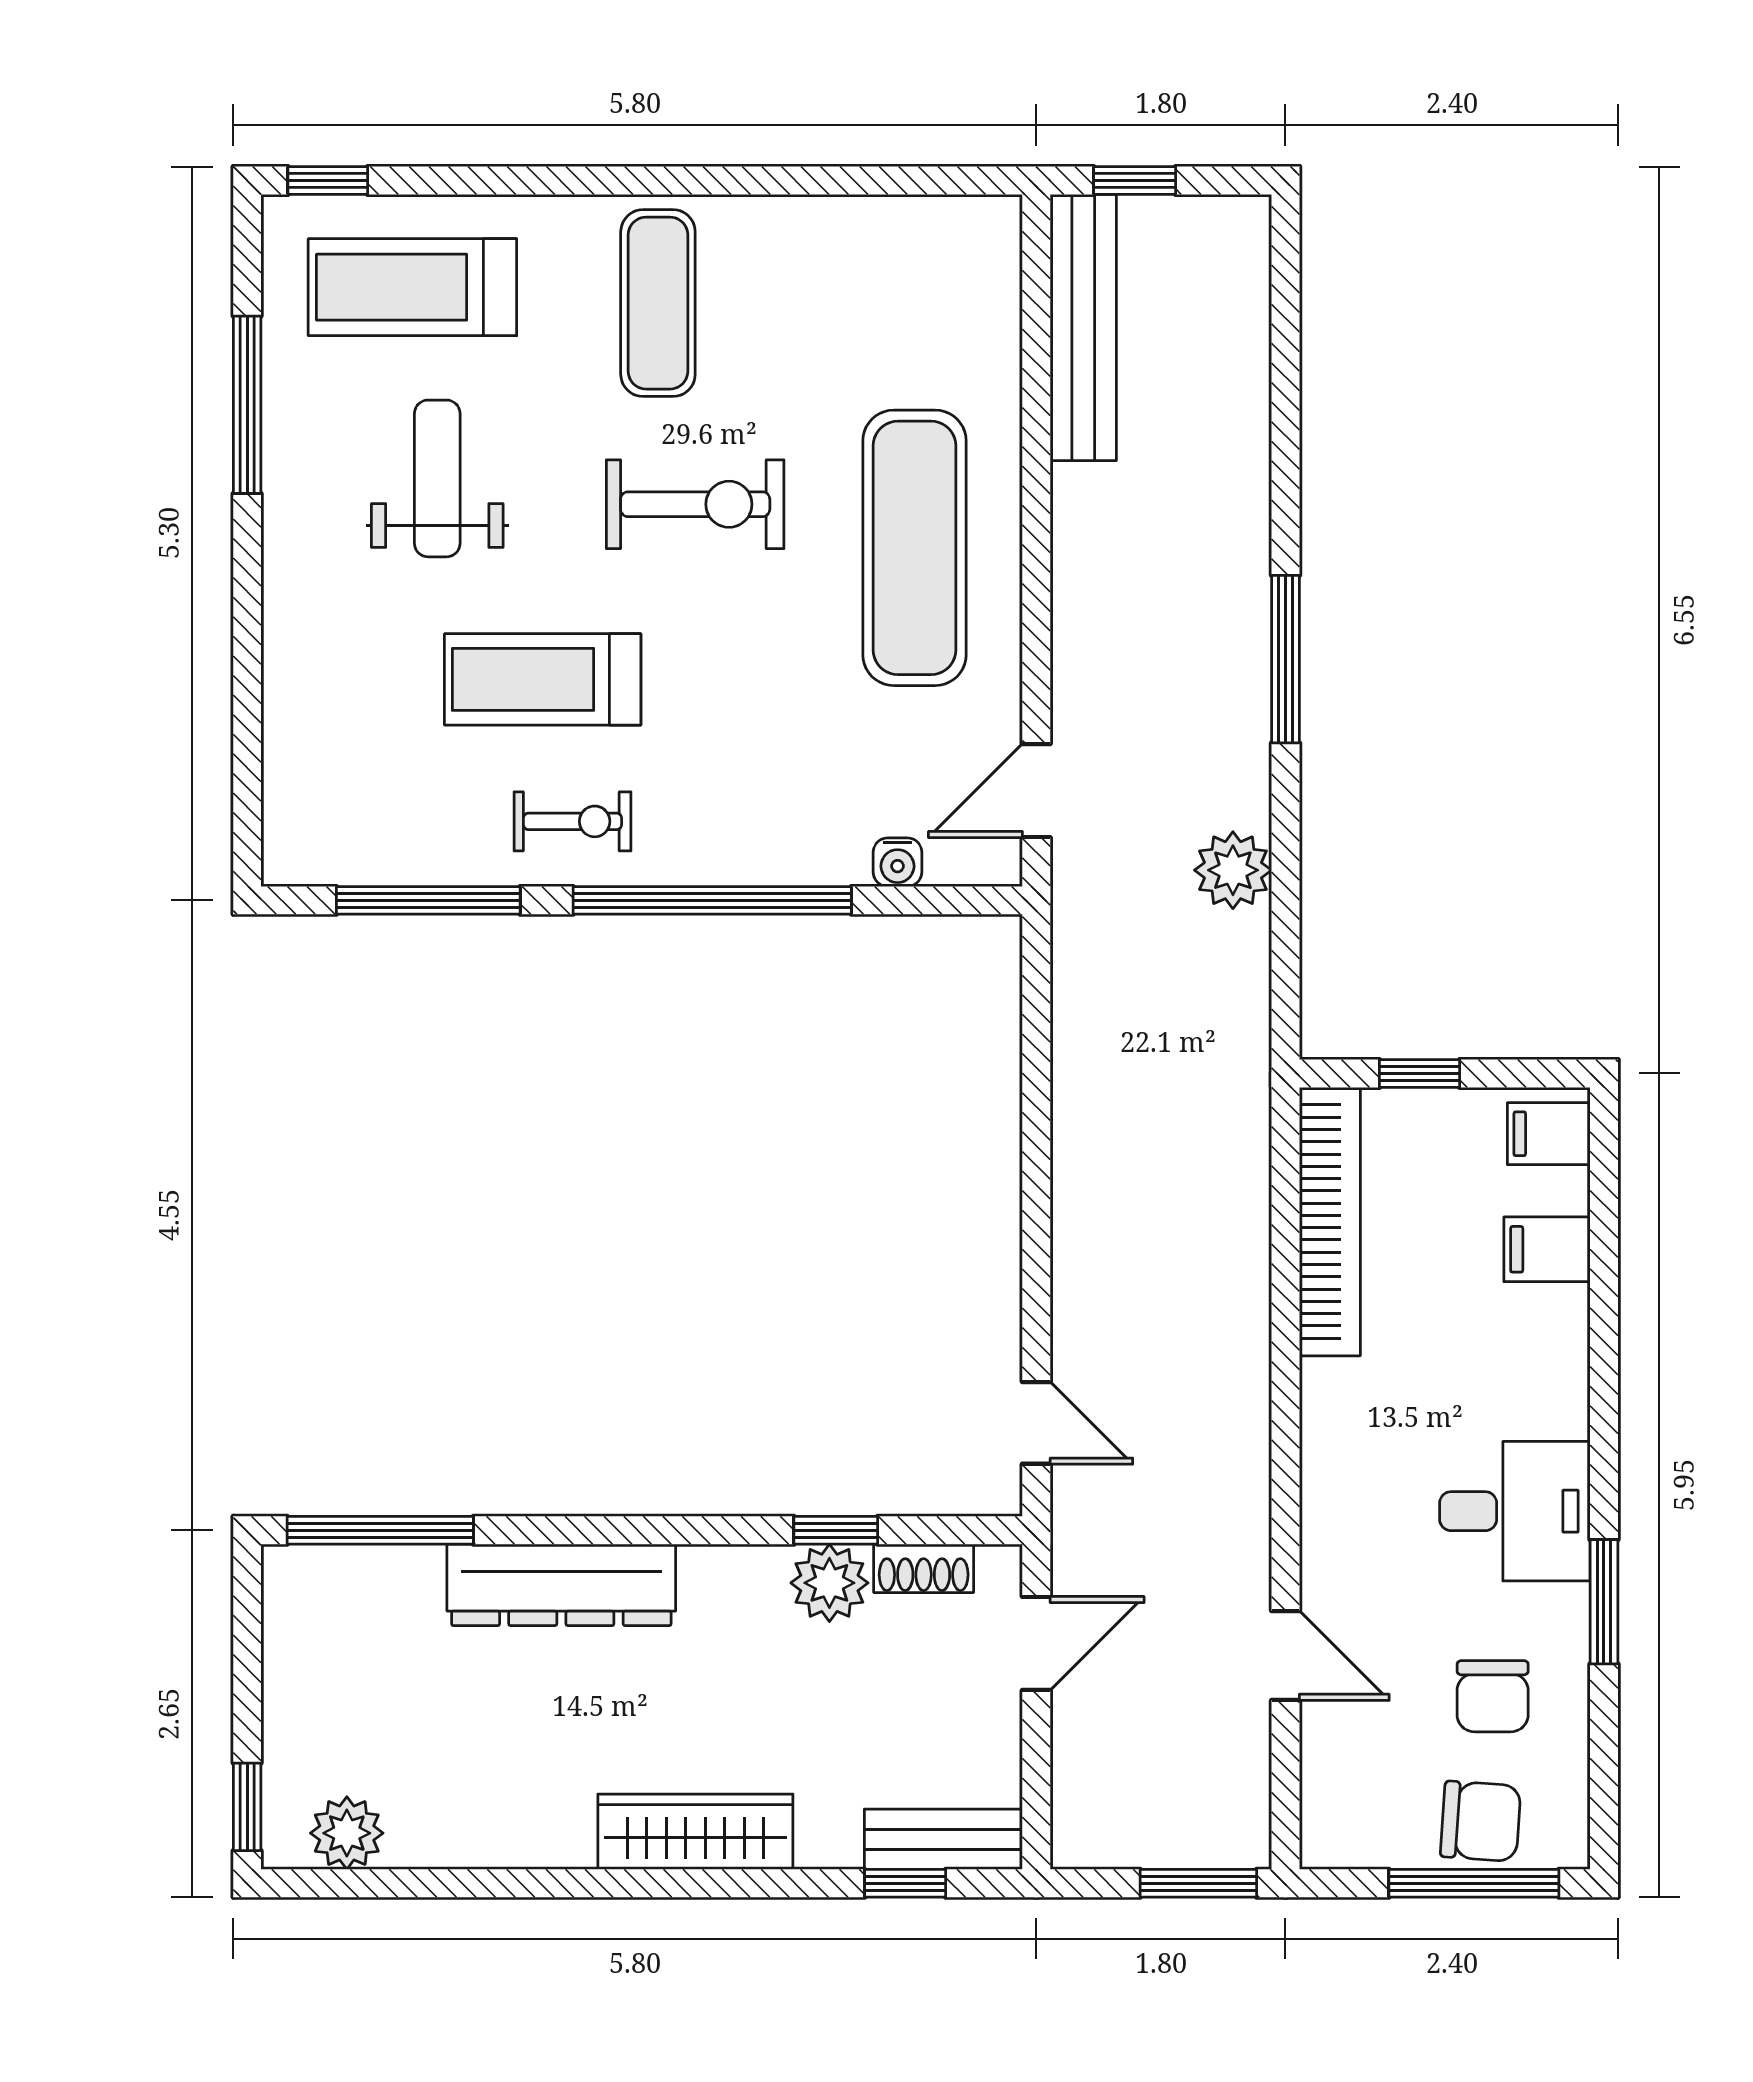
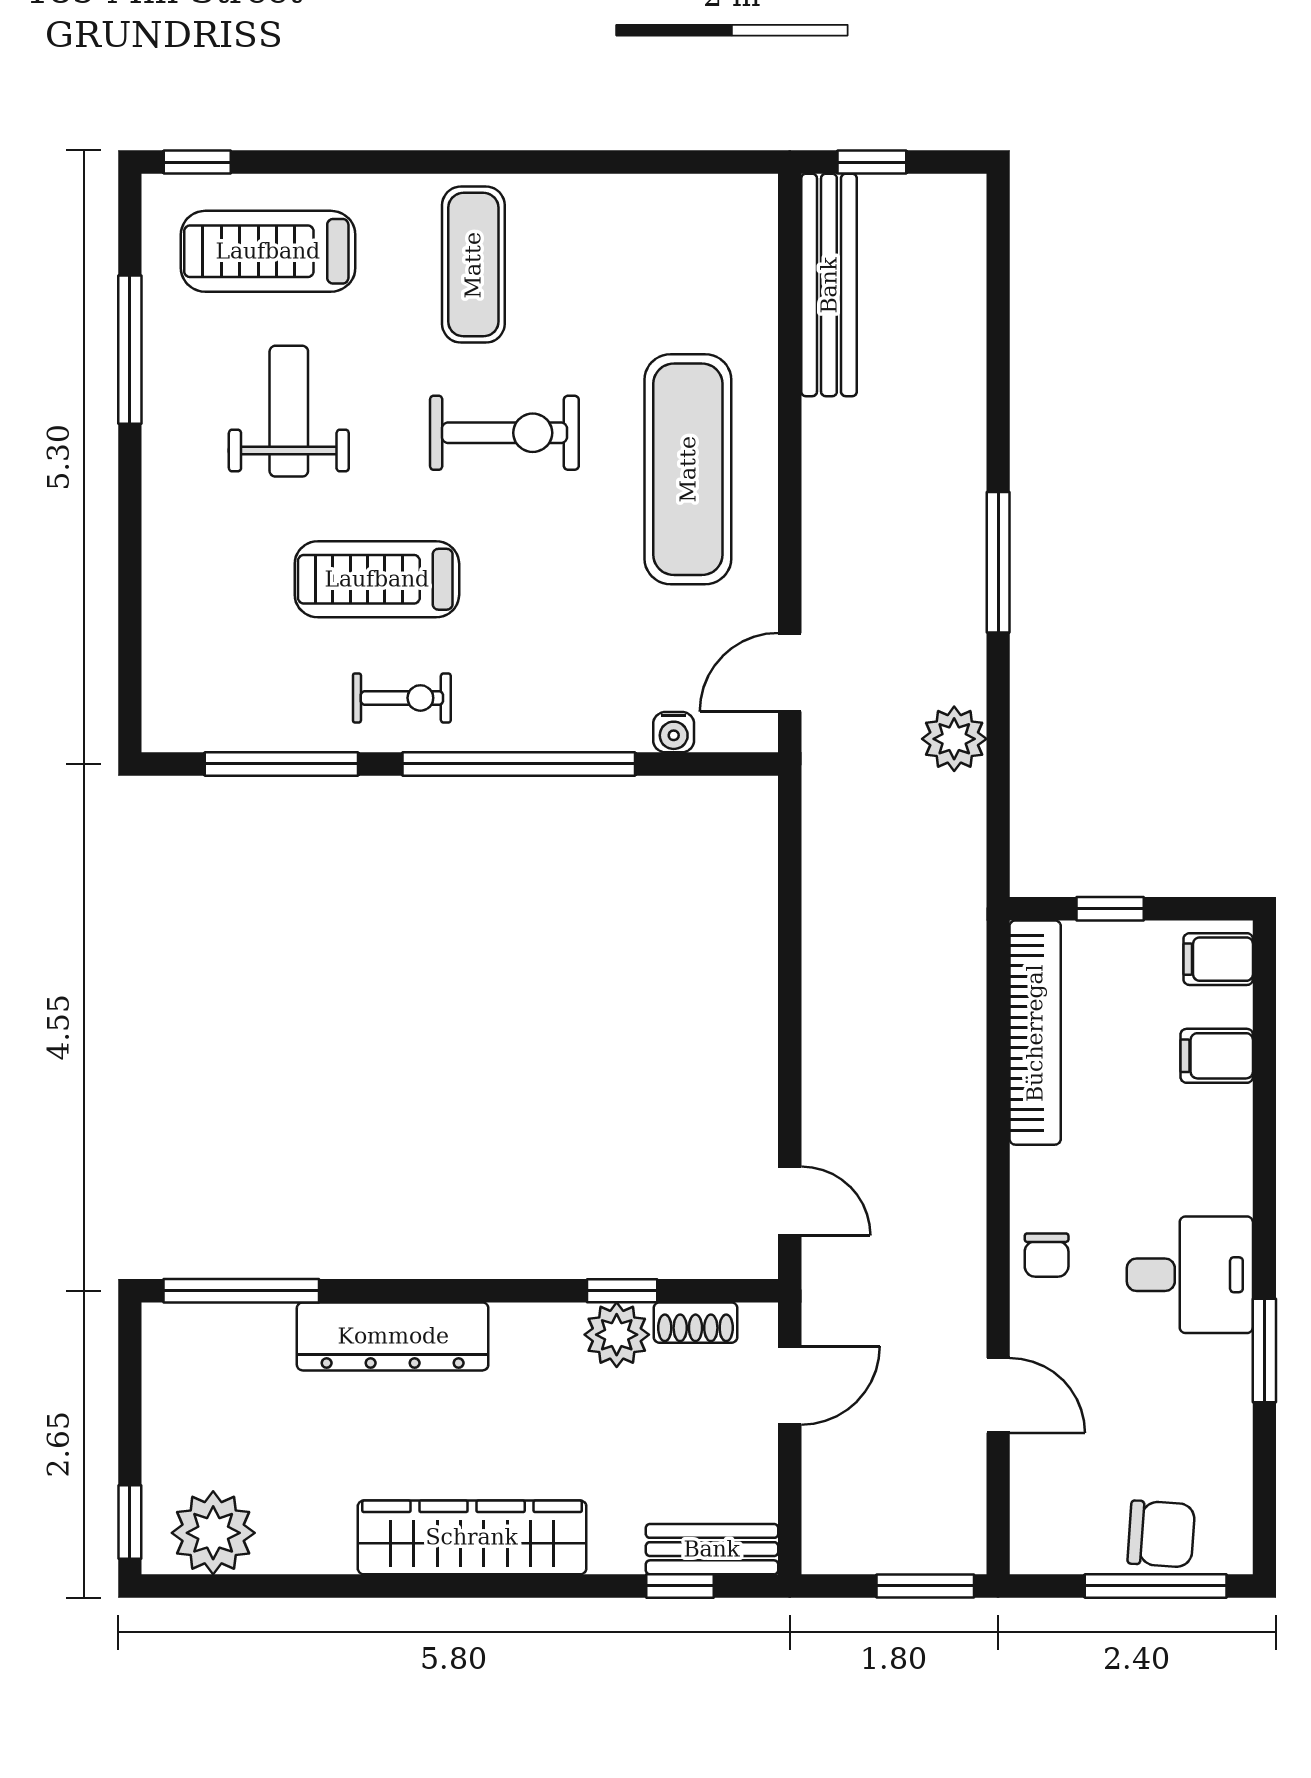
chair: (1493, 1696) -> (1047, 1255), moved, width x0.73, depth x0.73
wardrobe: (695, 1832) -> (472, 1537), width x1.40, depth x1.17
plant: (347, 1833) -> (213, 1533), width x1.36, depth x1.36

